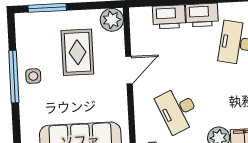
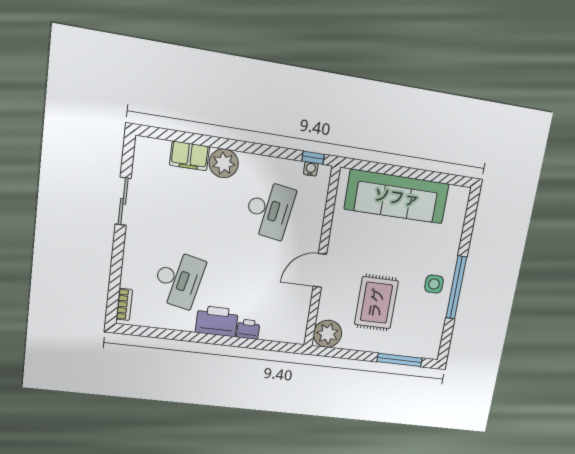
printer: (169, 17) -> (248, 329), width x0.53, depth x0.68
desk: (178, 110) -> (269, 210), turned 33

